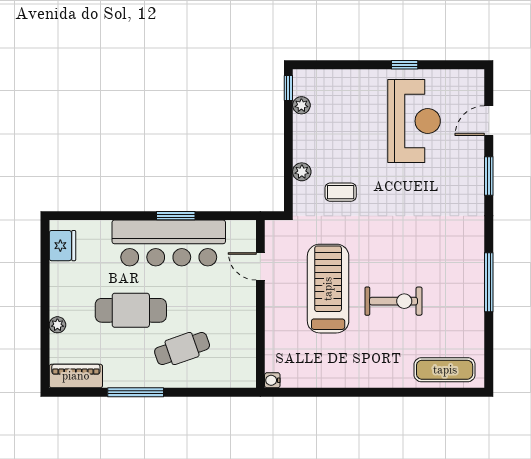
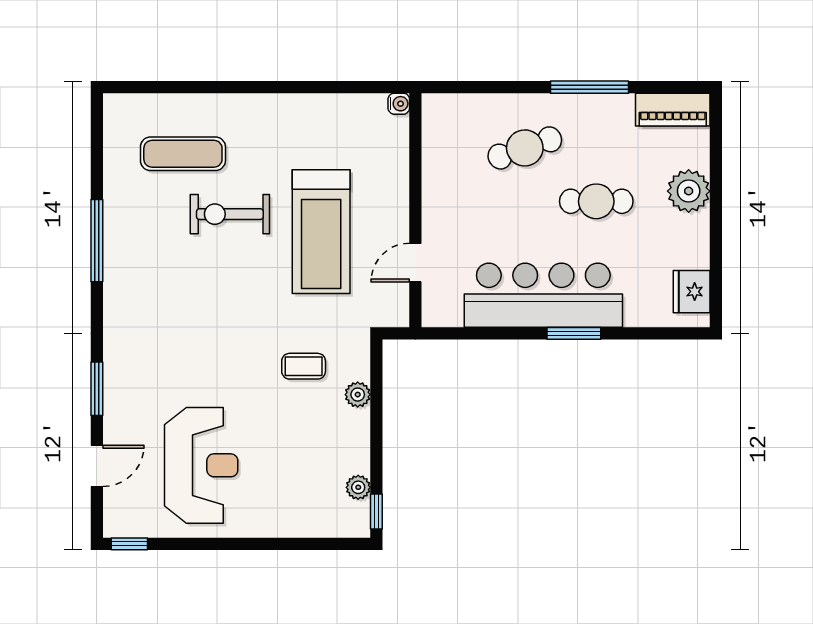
window: (405, 65) -> (129, 544), moved
reception desk: (414, 121) -> (201, 465), turned 180
window: (176, 216) -> (574, 333), moved
door: (260, 266) -> (415, 263), swing flipped
cafe table: (131, 310) -> (596, 201), width x0.73, depth x0.74
plant: (57, 325) -> (689, 191), width x1.88, depth x1.88
exercise mat: (445, 370) -> (183, 154), moved

